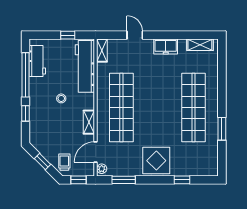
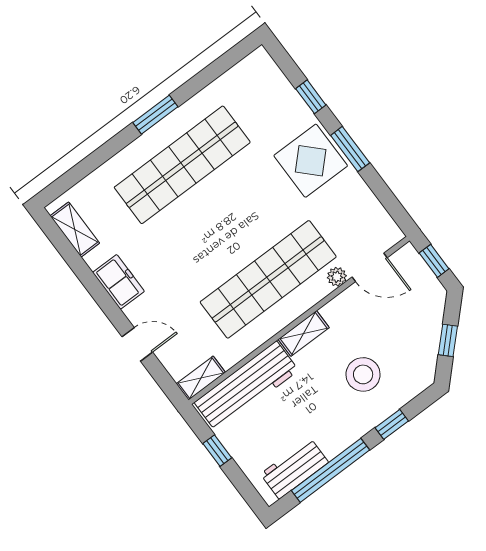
door: (135, 35) -> (137, 344), swing flipped
stool: (61, 98) -> (363, 374), moved, width x1.89, depth x1.89
shelving: (89, 122) -> (304, 333), moved
window: (222, 129) -> (155, 115), moved
trolley: (64, 162) -> (423, 305), removed
plant: (102, 169) -> (337, 277), moved
window: (124, 180) -> (350, 149), moved

